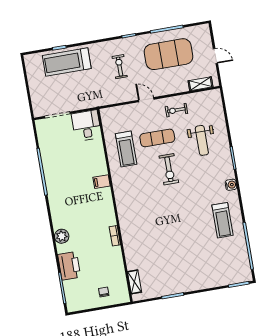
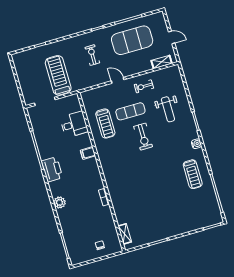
treadmill: (67, 62) -> (58, 75), moved, turned 90
desk: (86, 126) -> (74, 124), moved, turned 90
printer: (69, 266) -> (52, 169), moved

